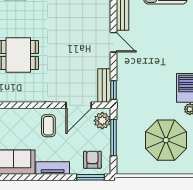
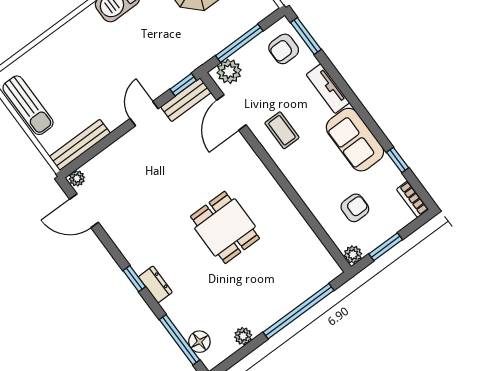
door: (114, 42) -> (144, 114), moved
door: (79, 105) -> (231, 113), swing flipped
coffee table: (48, 126) -> (282, 130), turned 90

